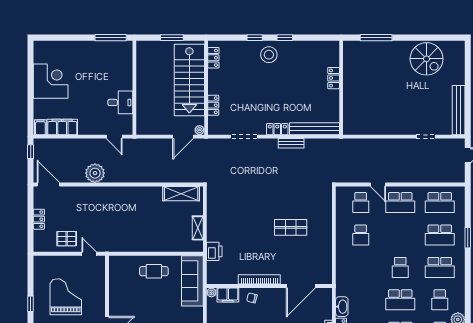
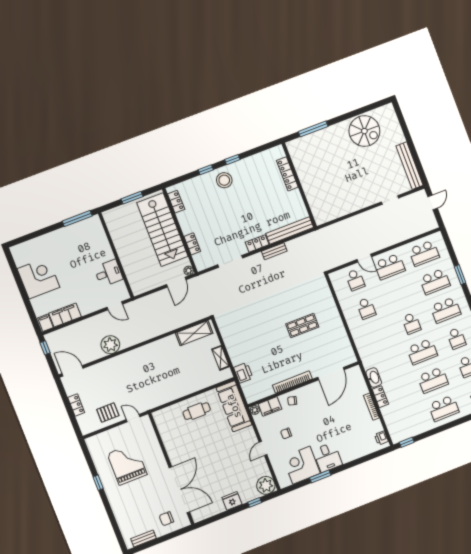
locker: (334, 78) -> (287, 174), width x1.53

